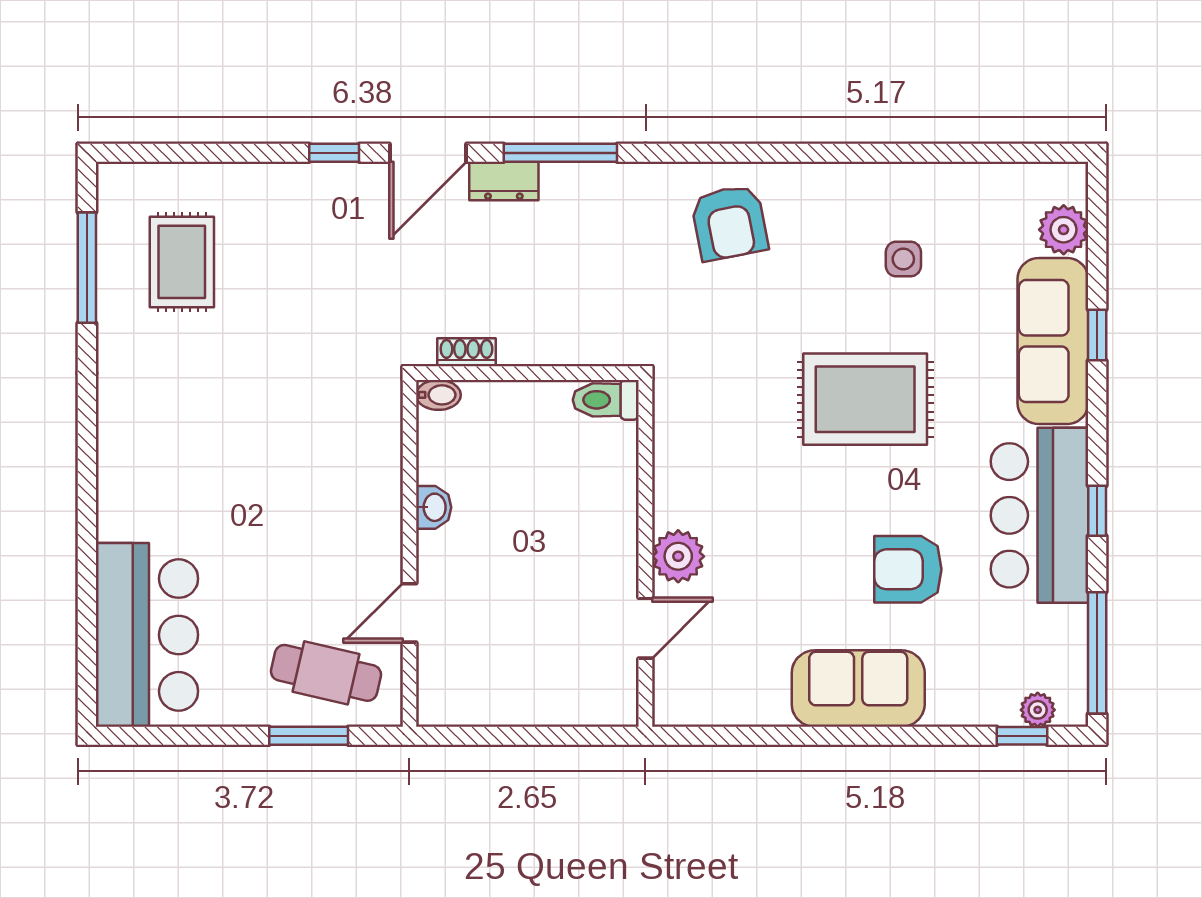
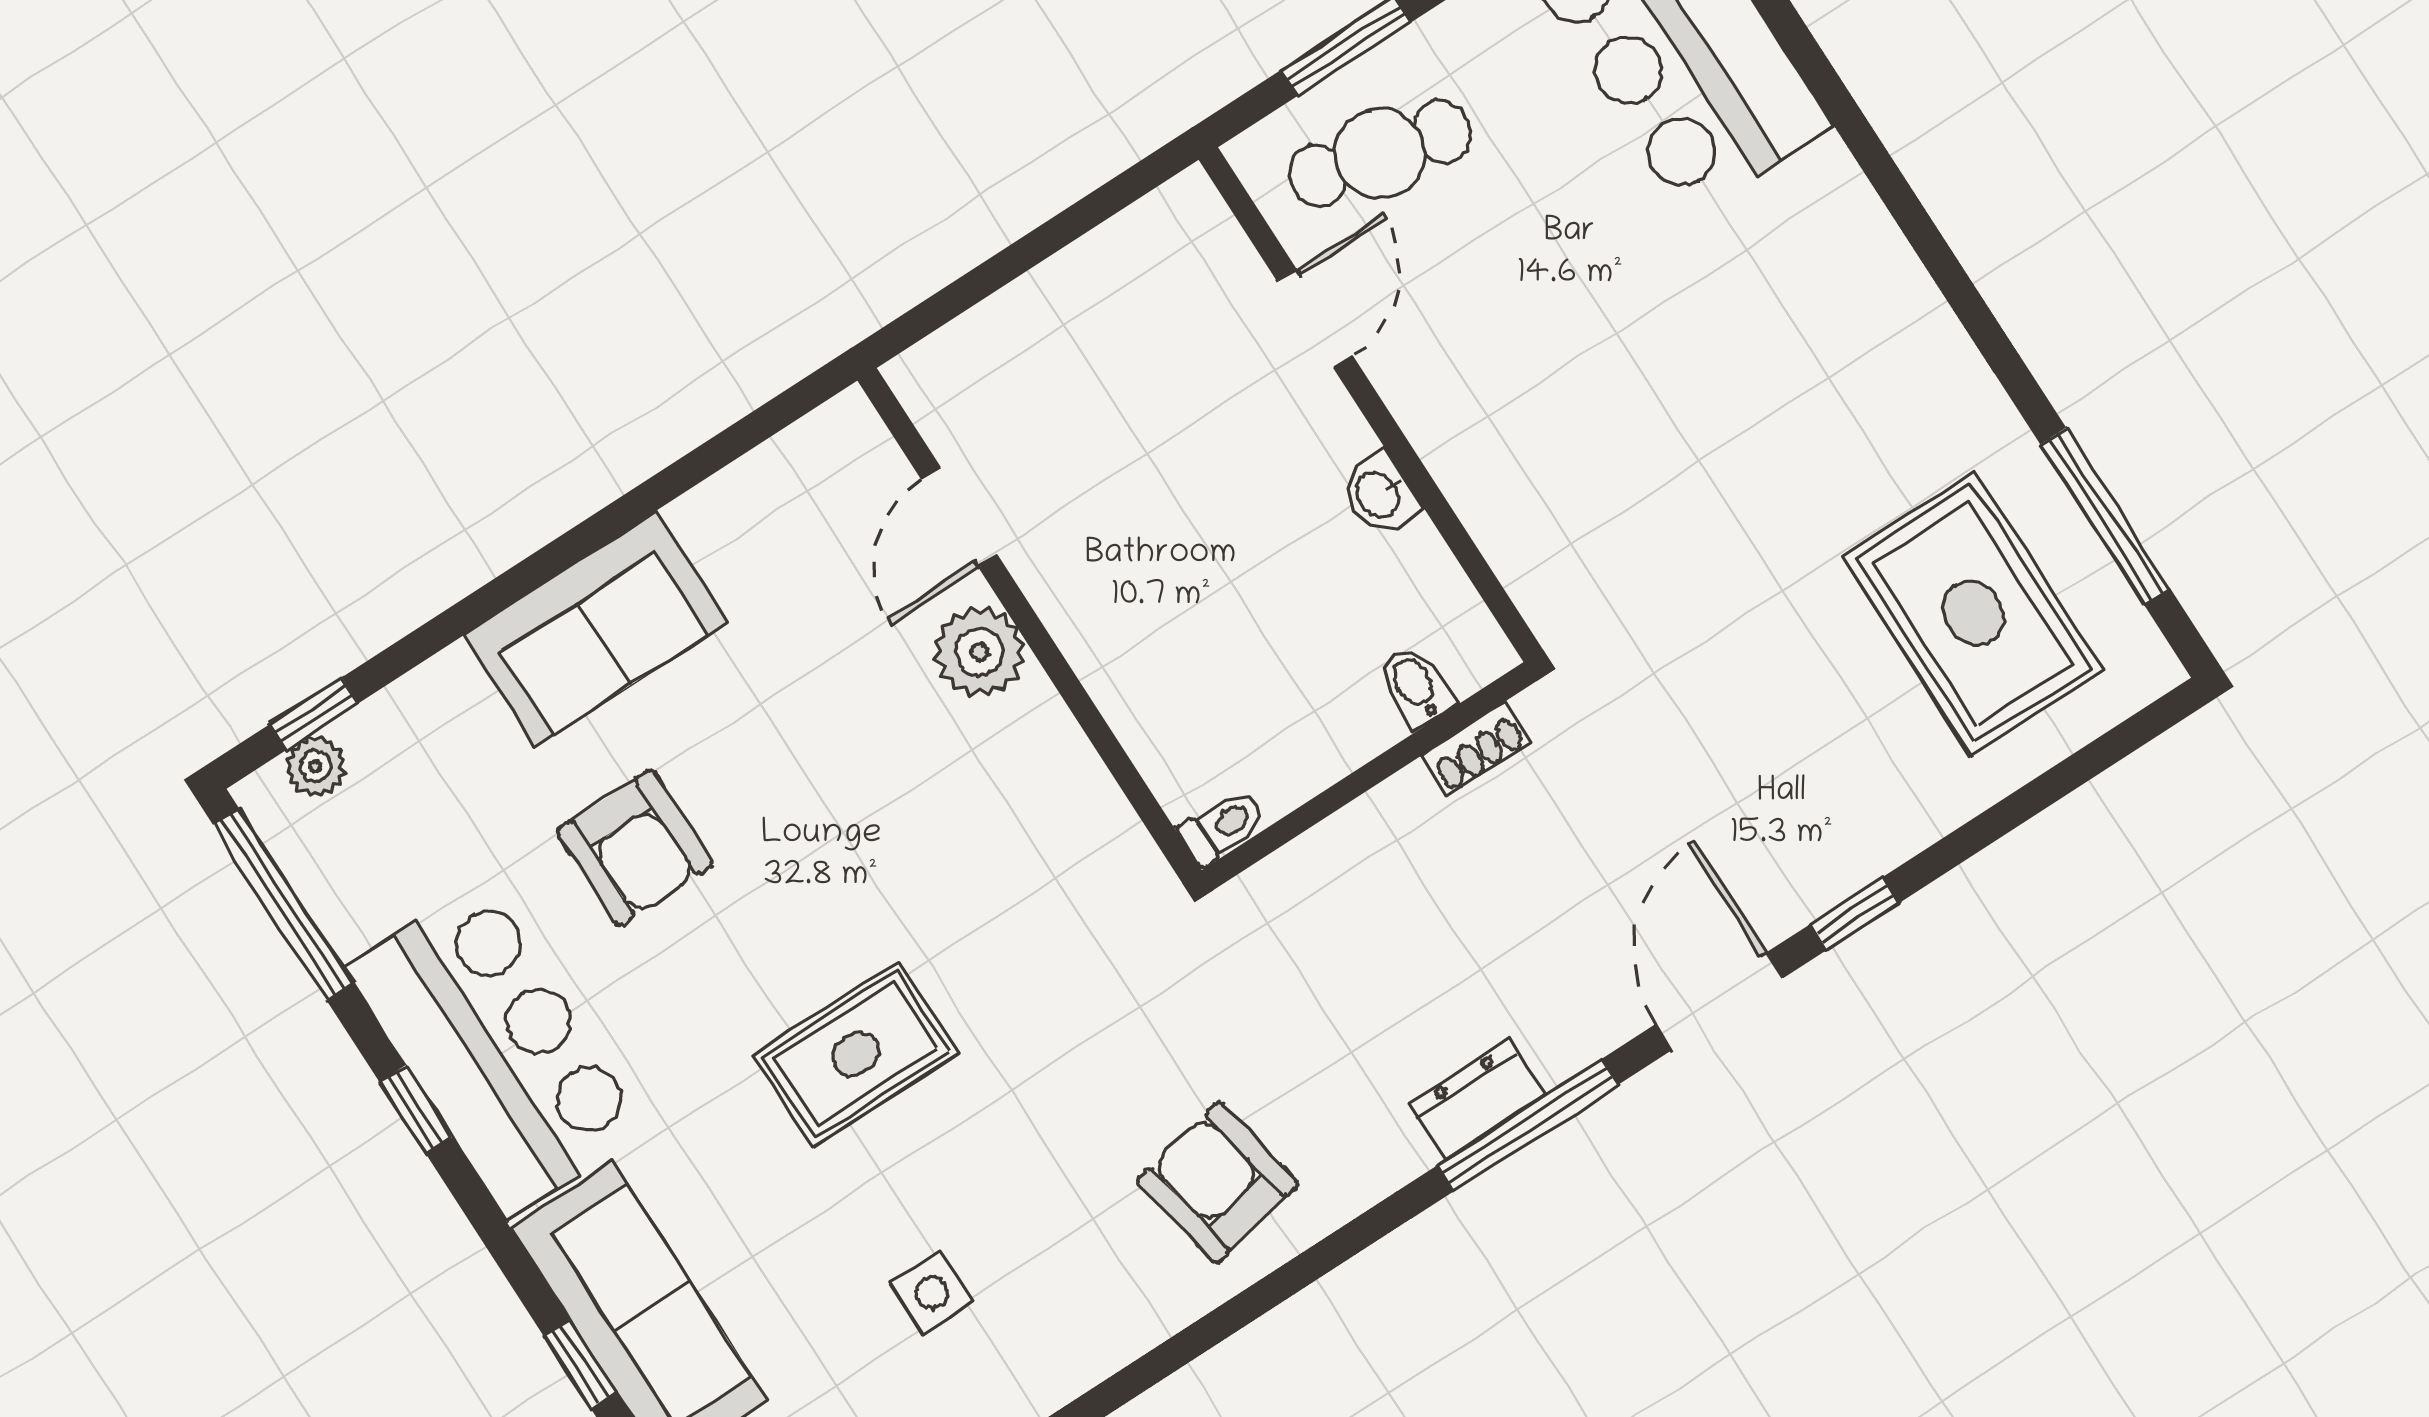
dresser: (504, 181) -> (1478, 1099), moved
rug: (182, 262) -> (1973, 613), width x1.36, depth x1.43
bidet: (438, 395) -> (1415, 686), moved, turned 90
rug: (865, 399) -> (856, 1054), width x0.73, depth x0.70
toilet: (606, 400) -> (1222, 827), width x0.73, depth x0.72
armchair: (908, 569) -> (635, 848), turned 90

